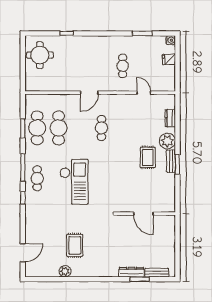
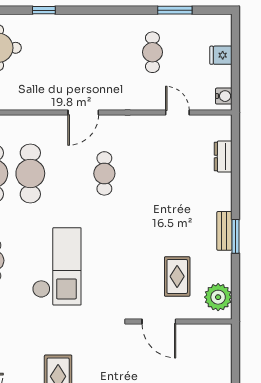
water cooler: (171, 40) -> (224, 96), moved
cafe table: (123, 66) -> (152, 52), moved
plant: (167, 141) -> (218, 297), moved
rug: (148, 157) -> (177, 276), moved
door: (143, 214) -> (159, 322), moved

